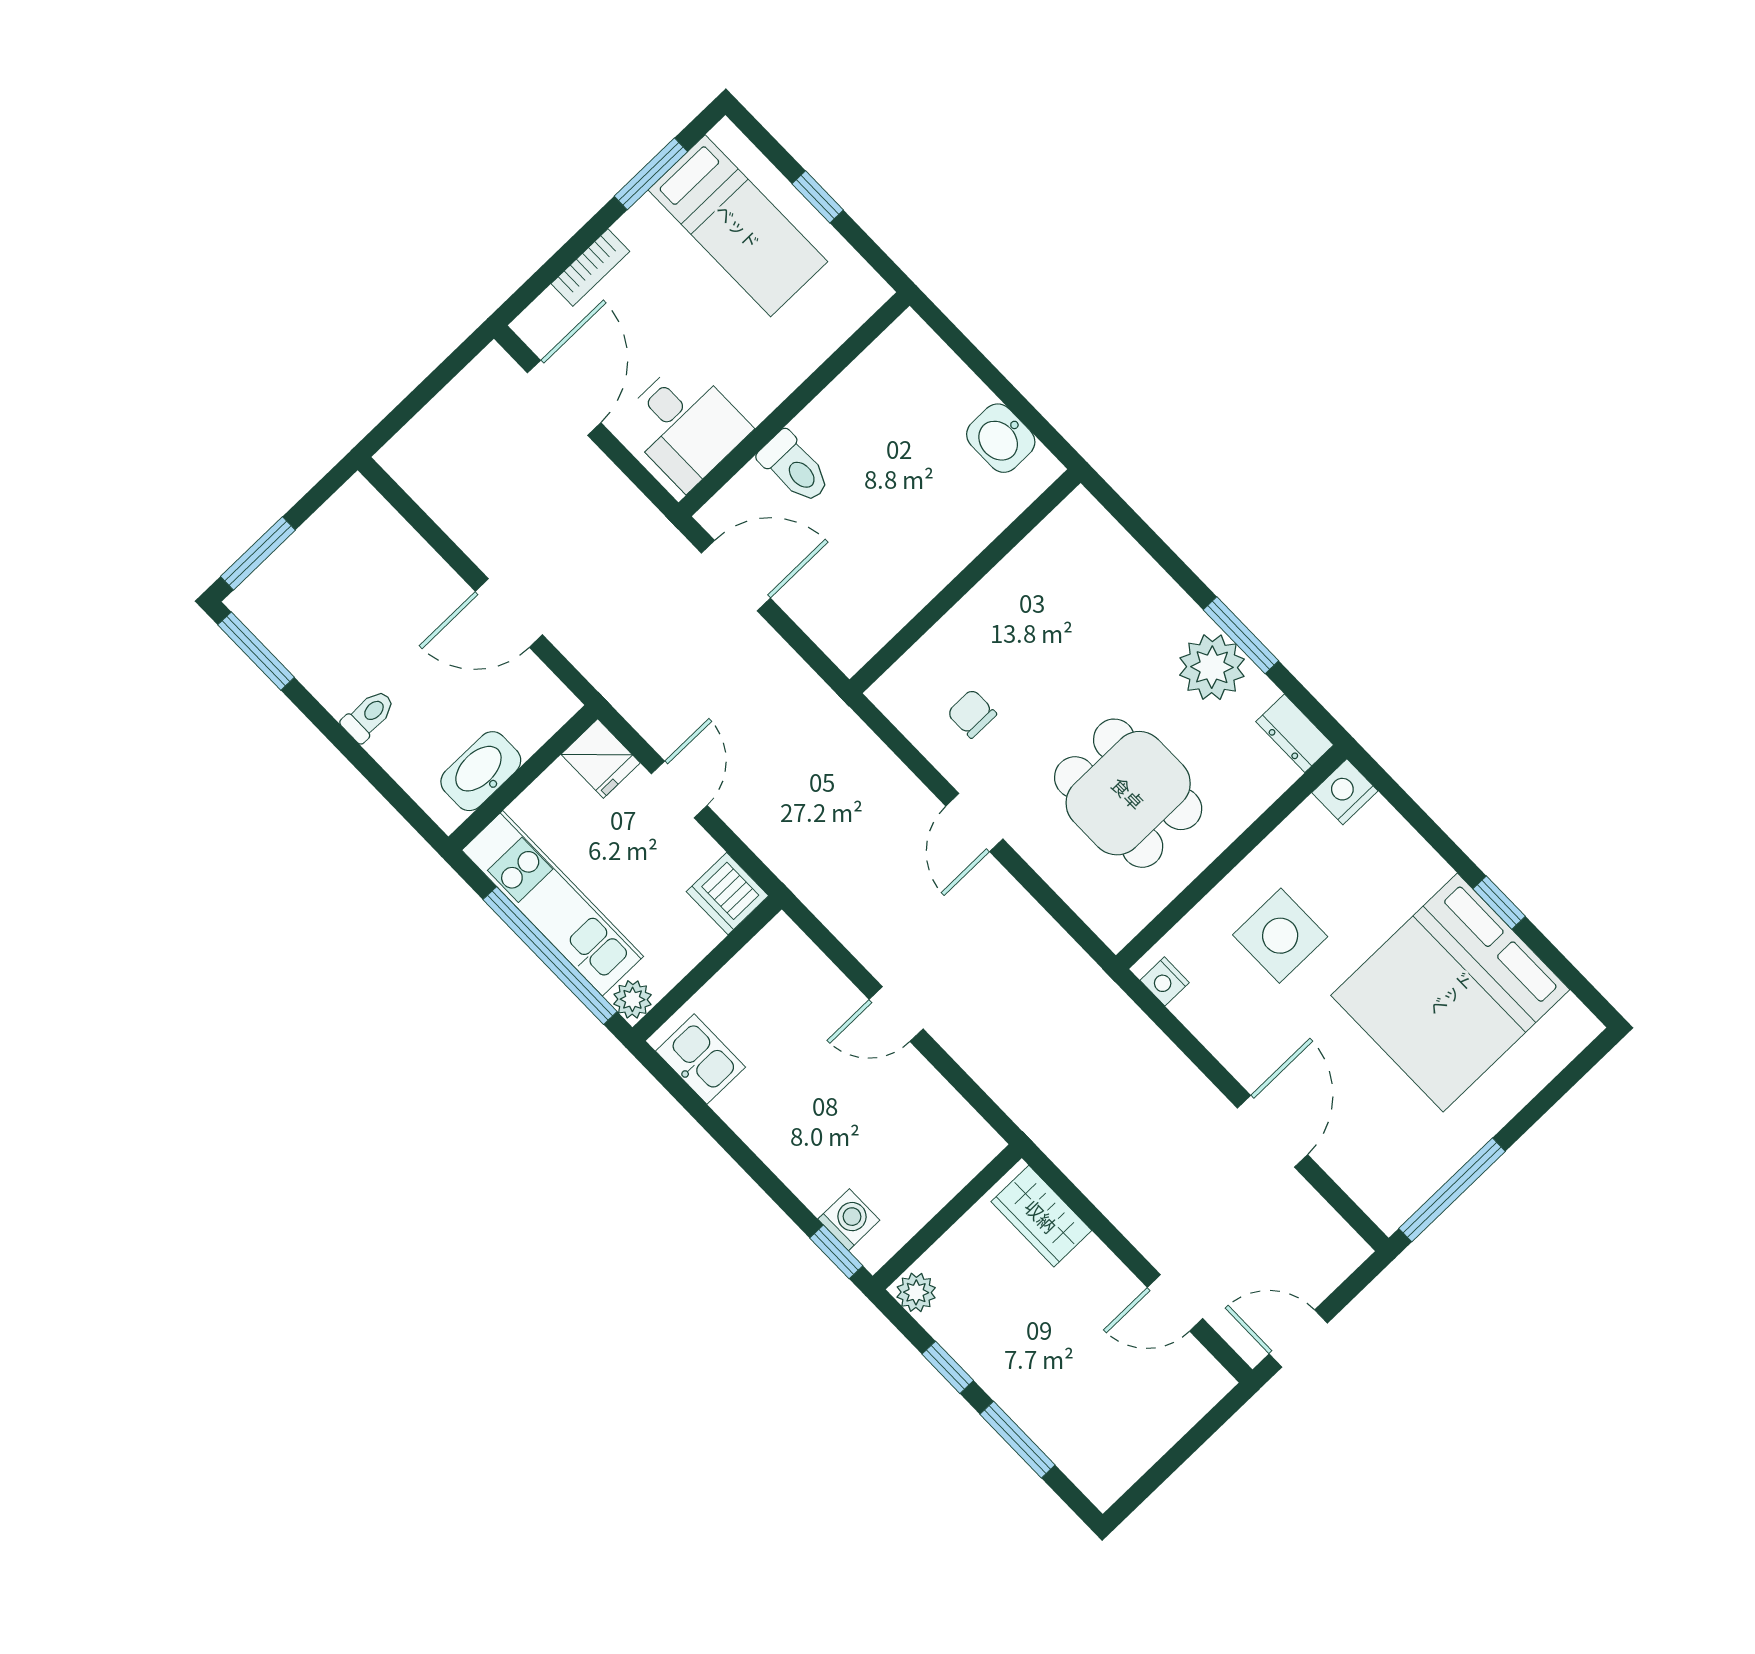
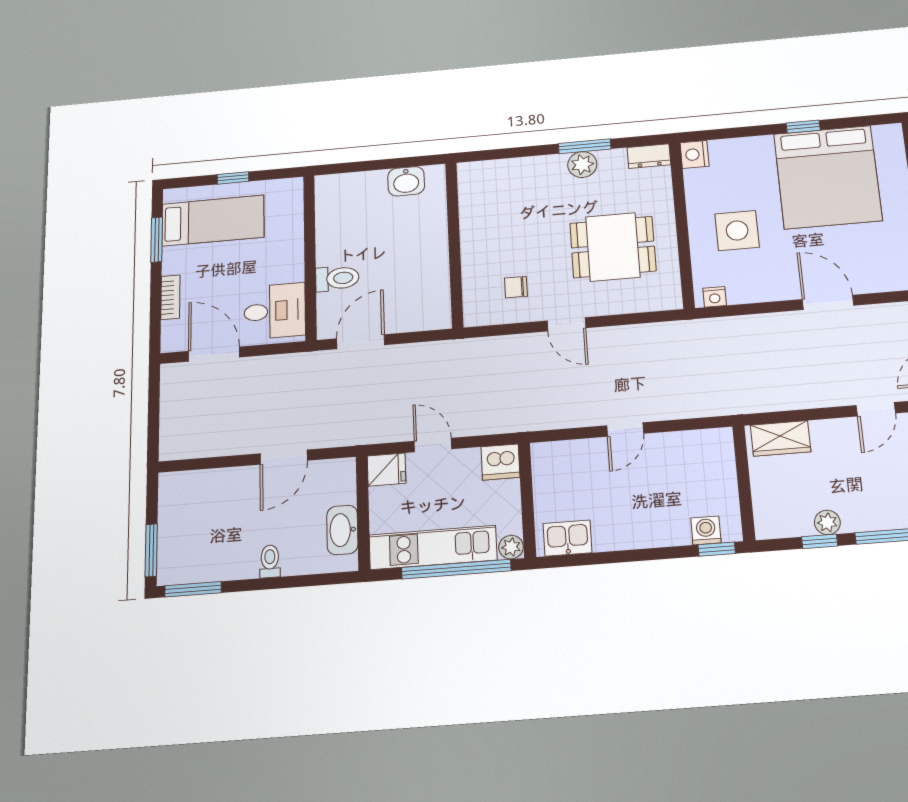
plant: (1212, 667) -> (582, 165), width x0.73, depth x0.73
plant: (916, 1292) -> (827, 522), moved

